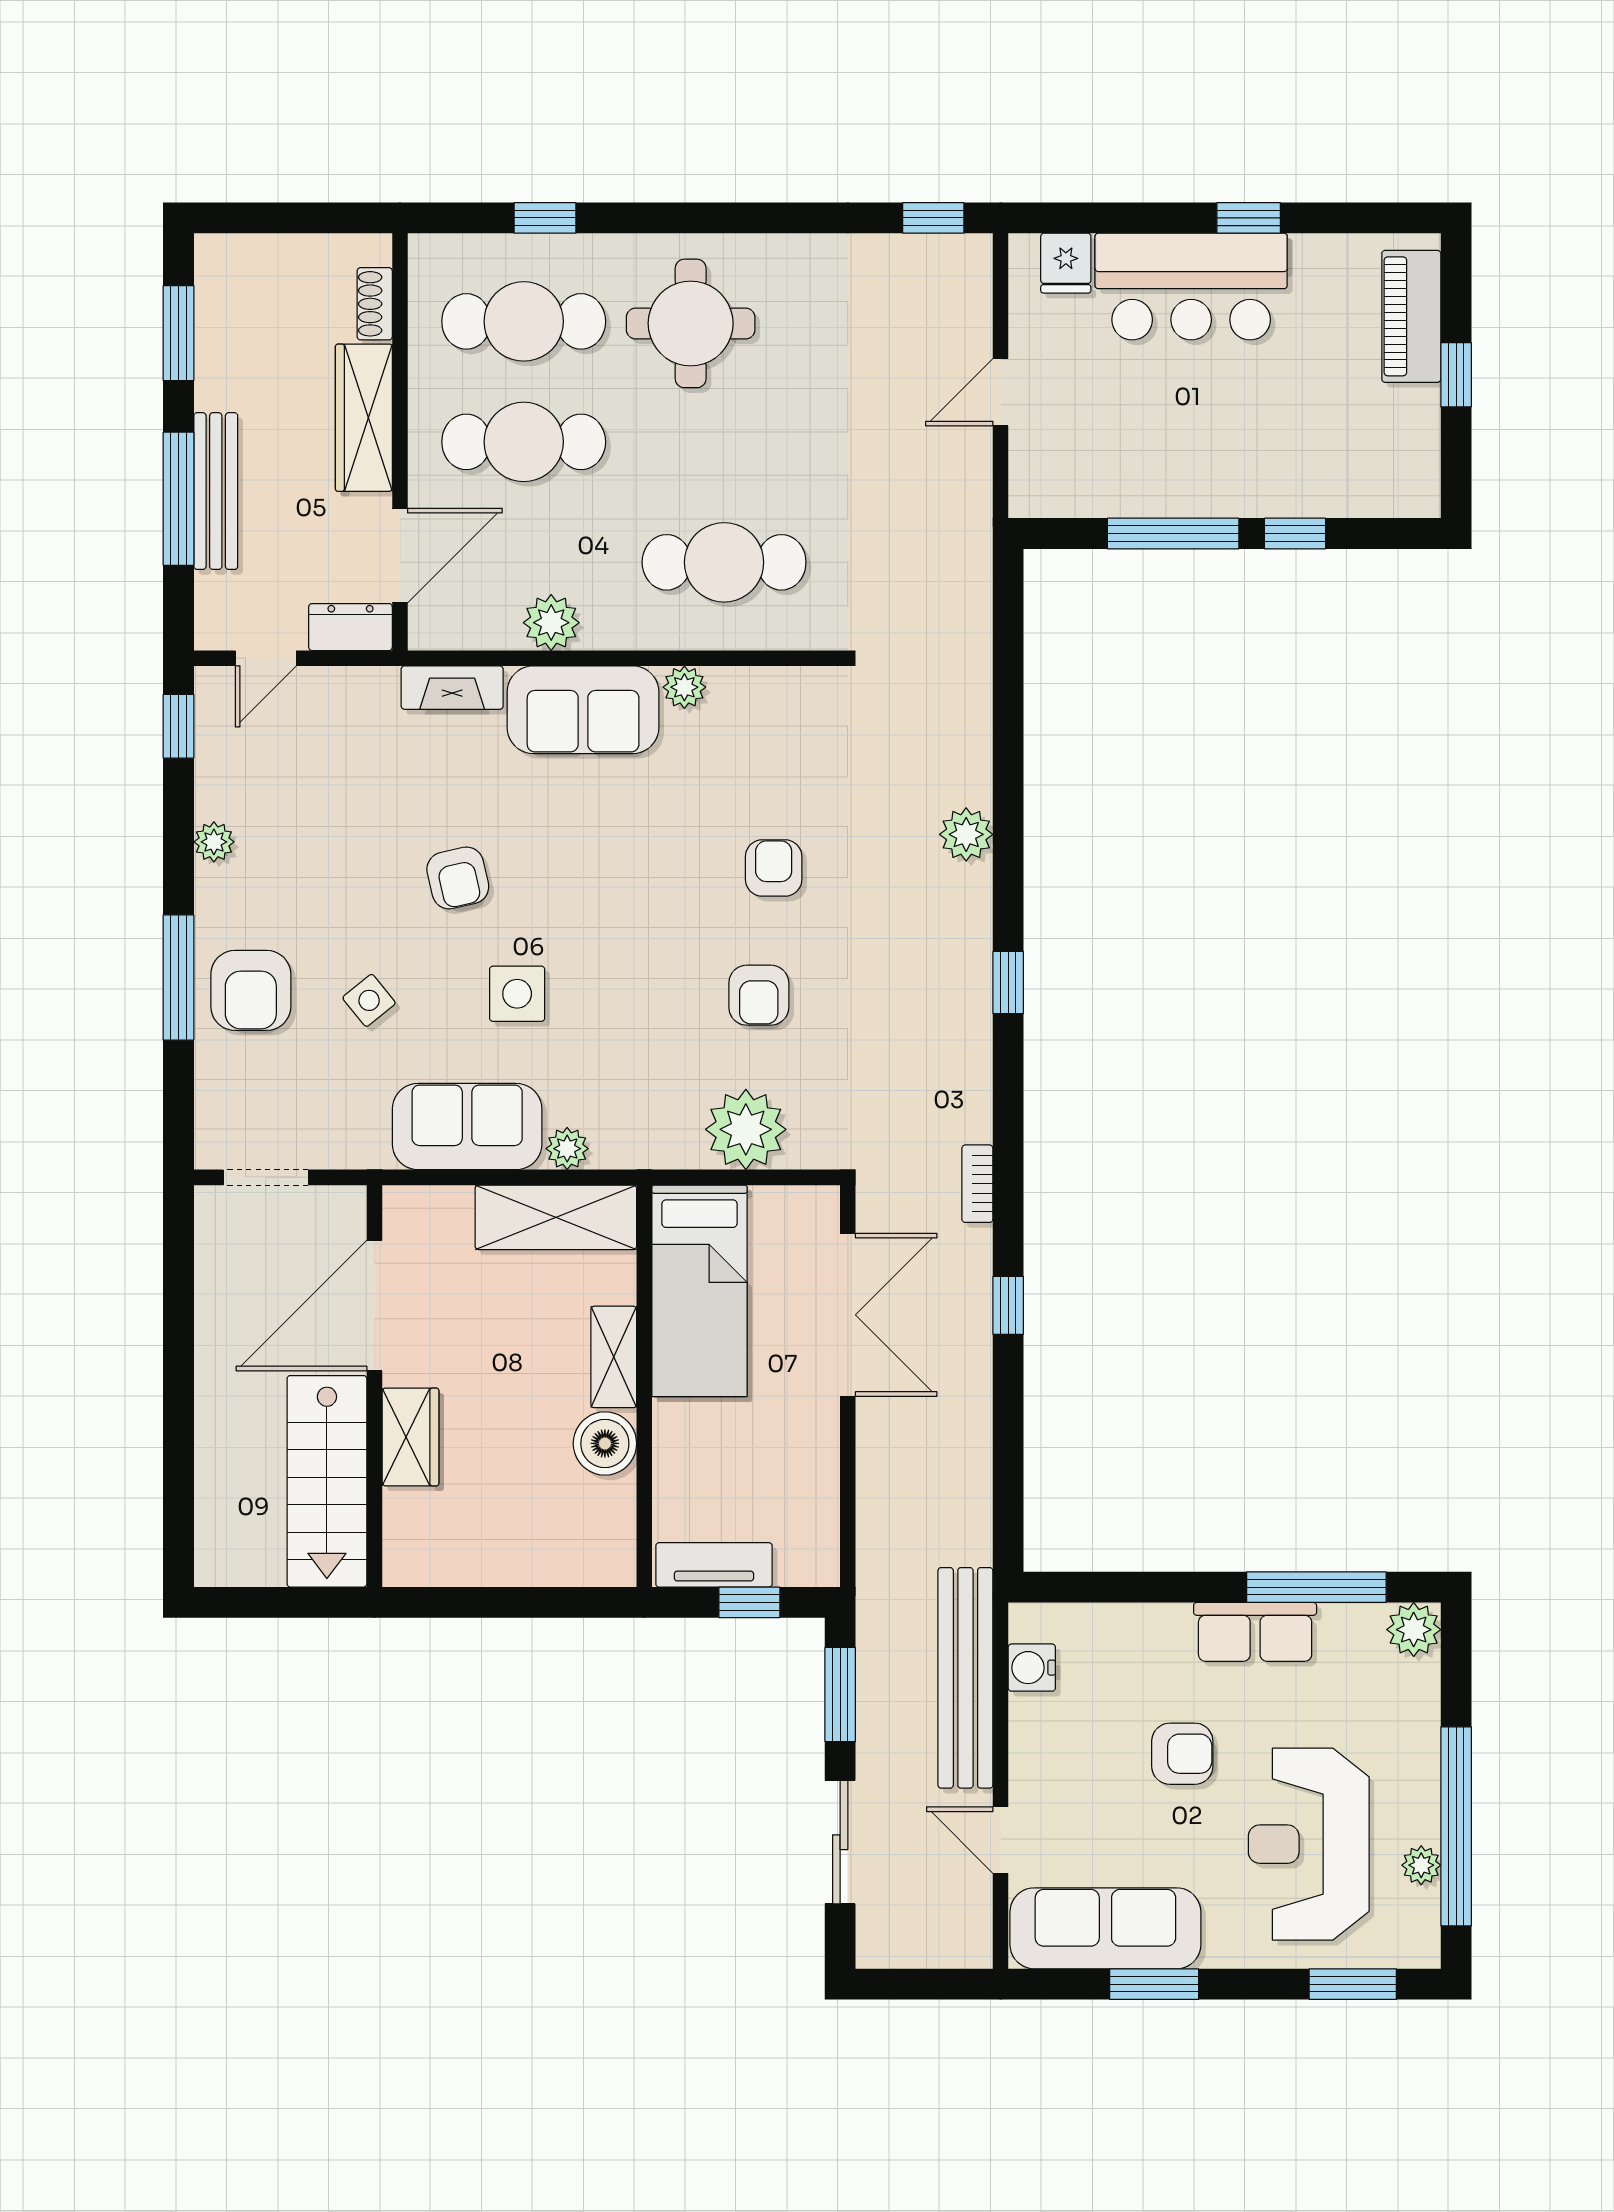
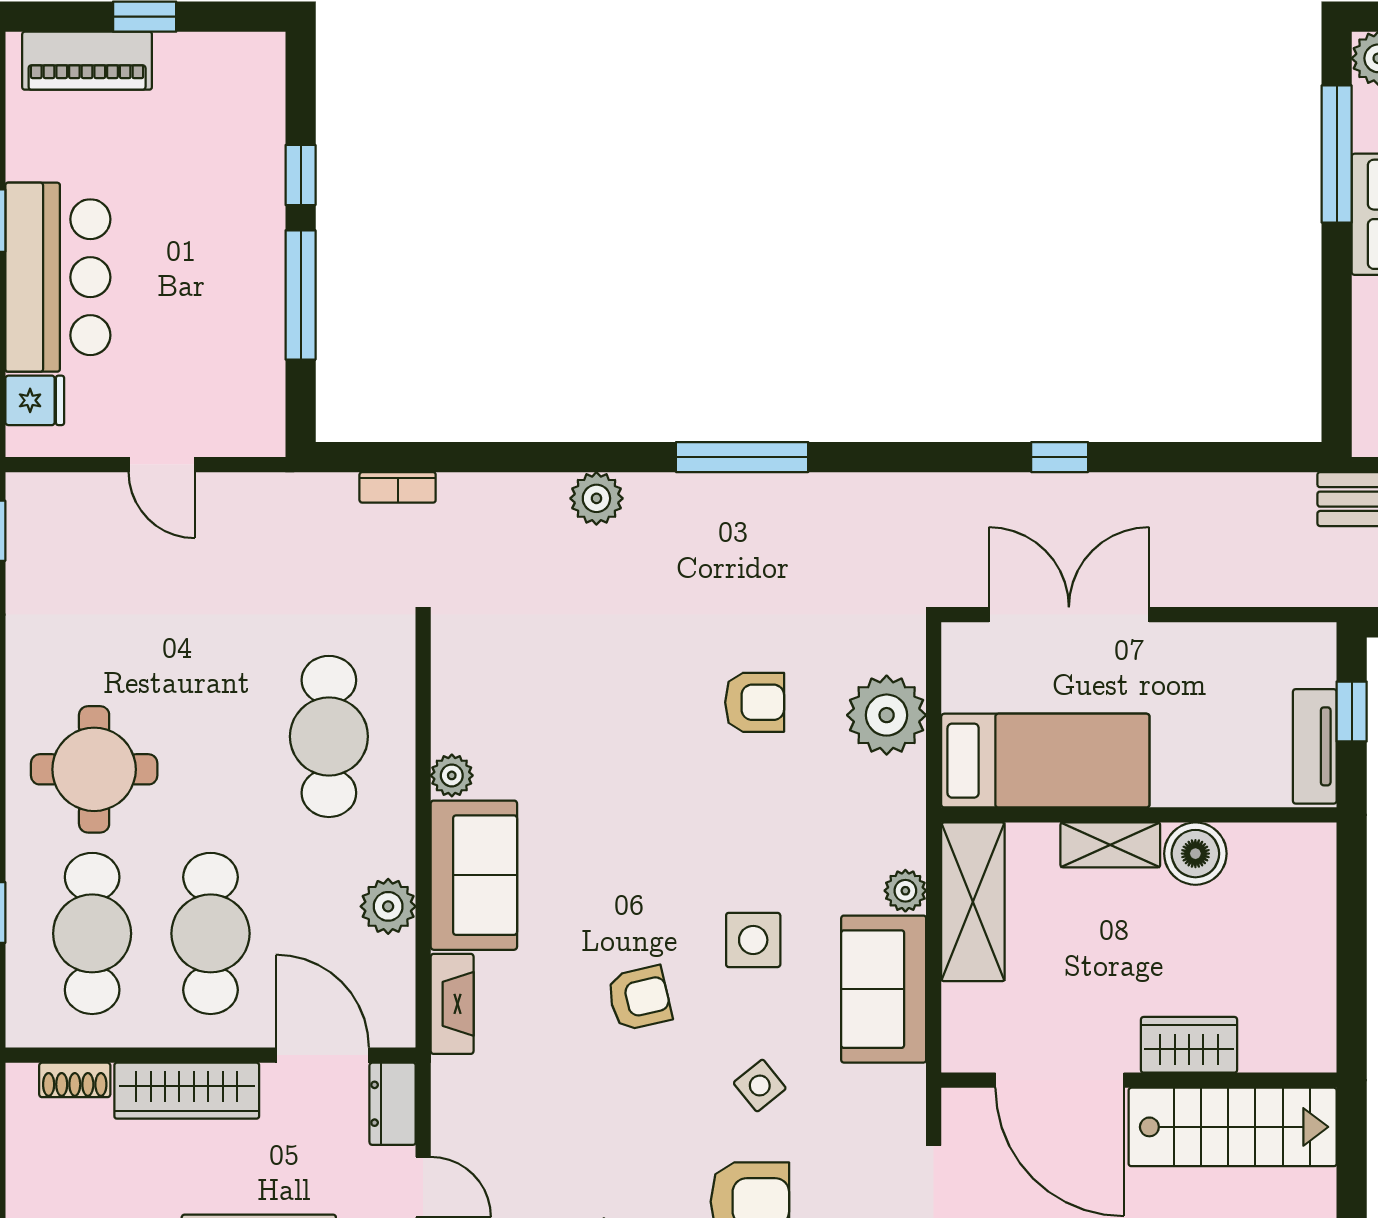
armchair: (774, 868) -> (630, 688), removed
window: (1008, 983) -> (742, 457), width x2.17
bookcase: (977, 1184) -> (398, 487), moved

